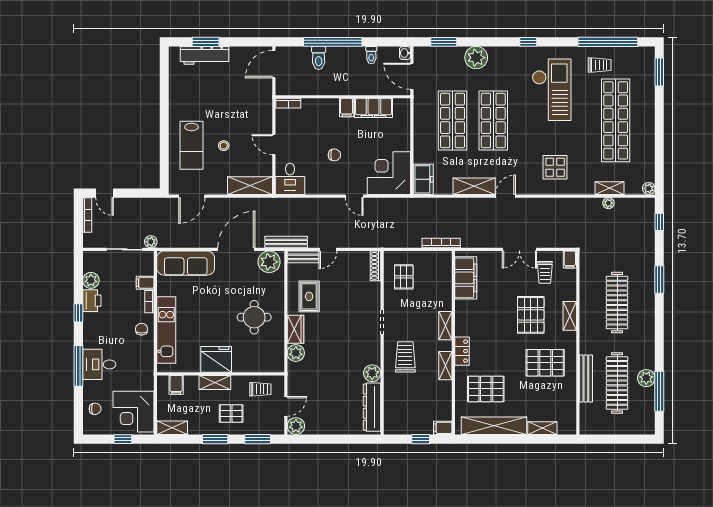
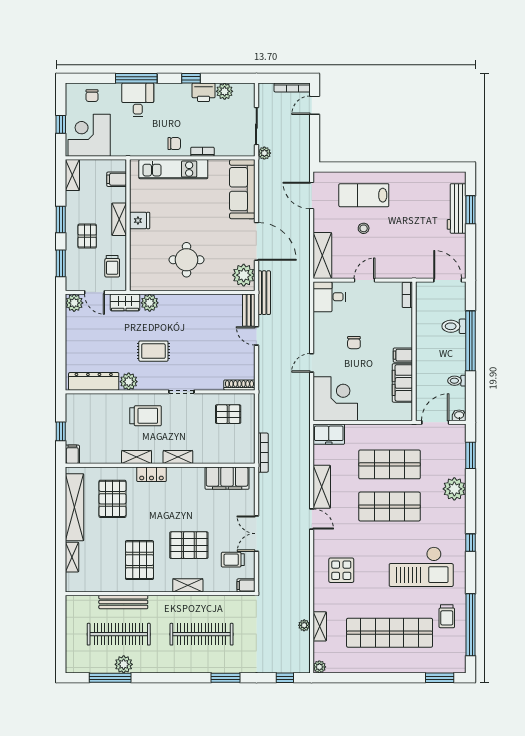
filing cabinet: (145, 283) -> (222, 147), removed
rug: (309, 296) -> (153, 351), moved
wardrobe: (295, 329) -> (125, 302), moved
fridge: (216, 359) -> (140, 221), width x0.53, depth x0.75

